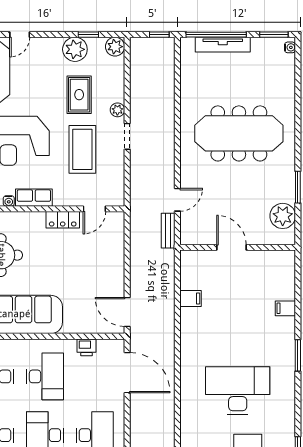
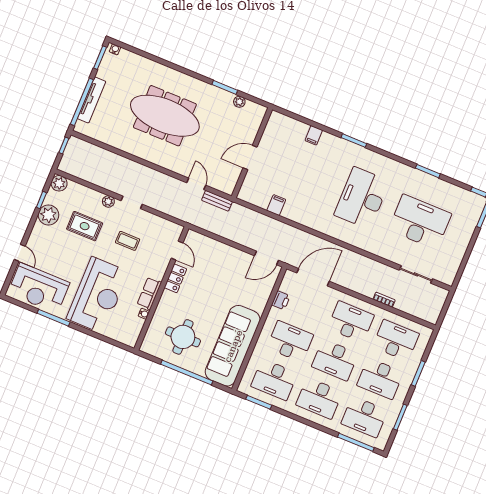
meeting table: (239, 133) -> (165, 116), turned 90
coffee table: (82, 149) -> (128, 241), width x0.54, depth x0.58
plant: (283, 216) -> (239, 102), width x0.53, depth x0.53

